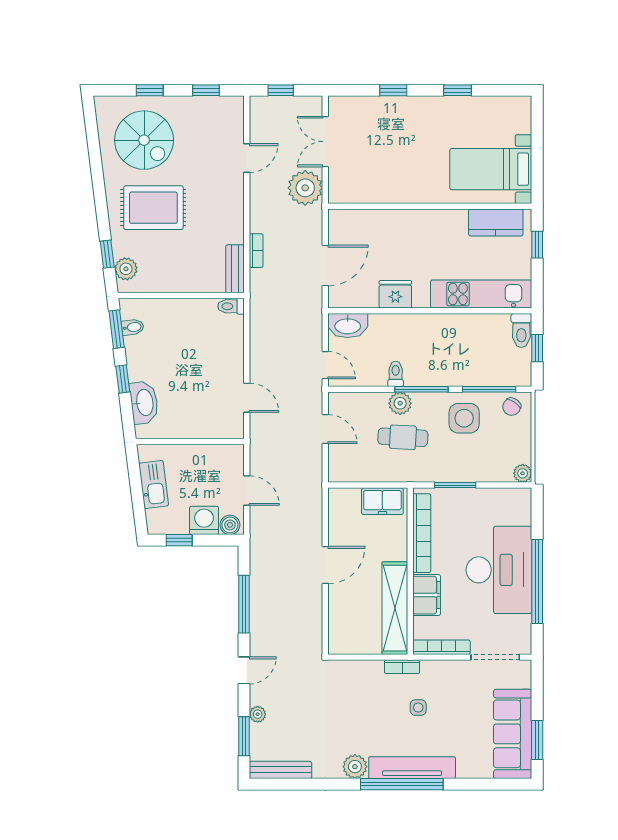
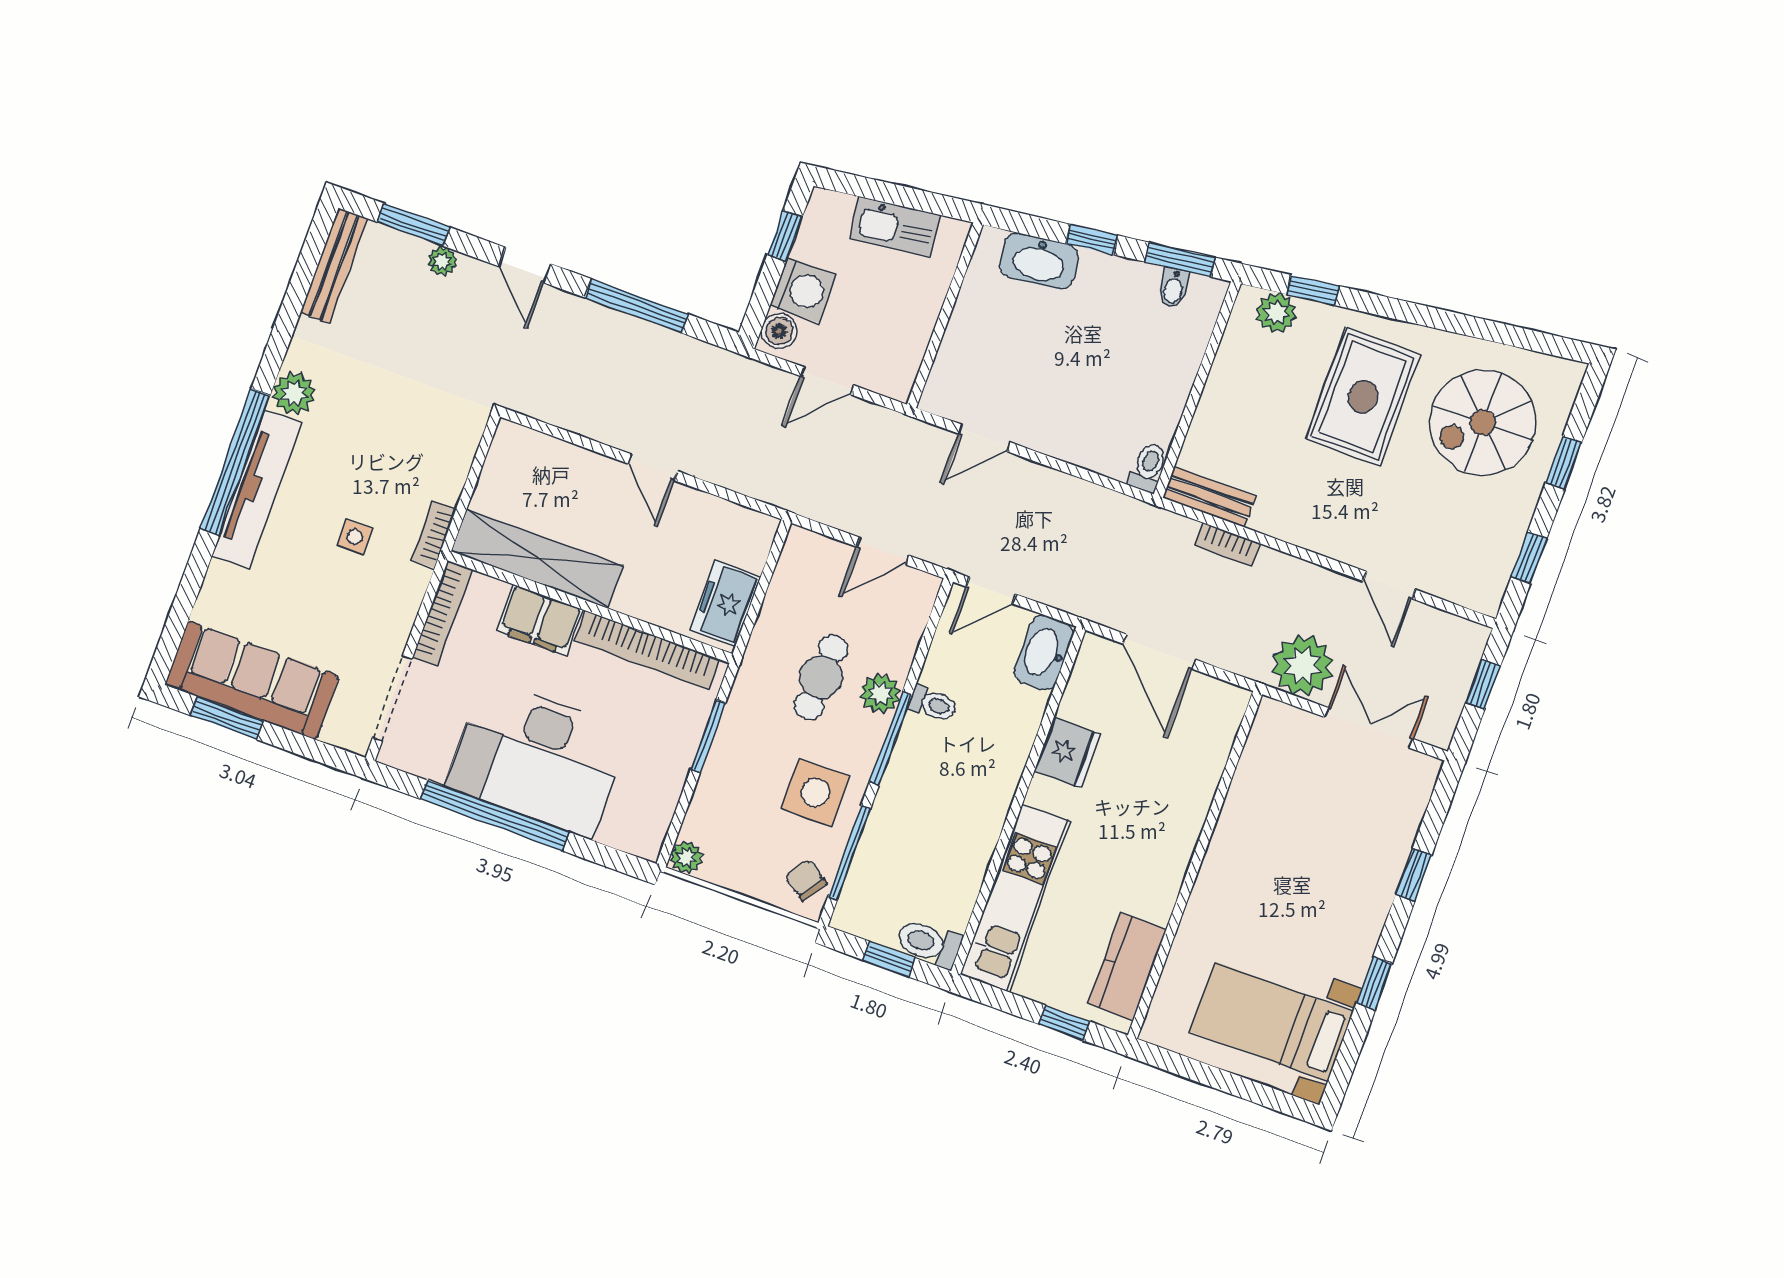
bed with nightstands: (491, 169) -> (1272, 1022), moved, turned -90
door: (325, 565) -> (653, 467), width x0.73

